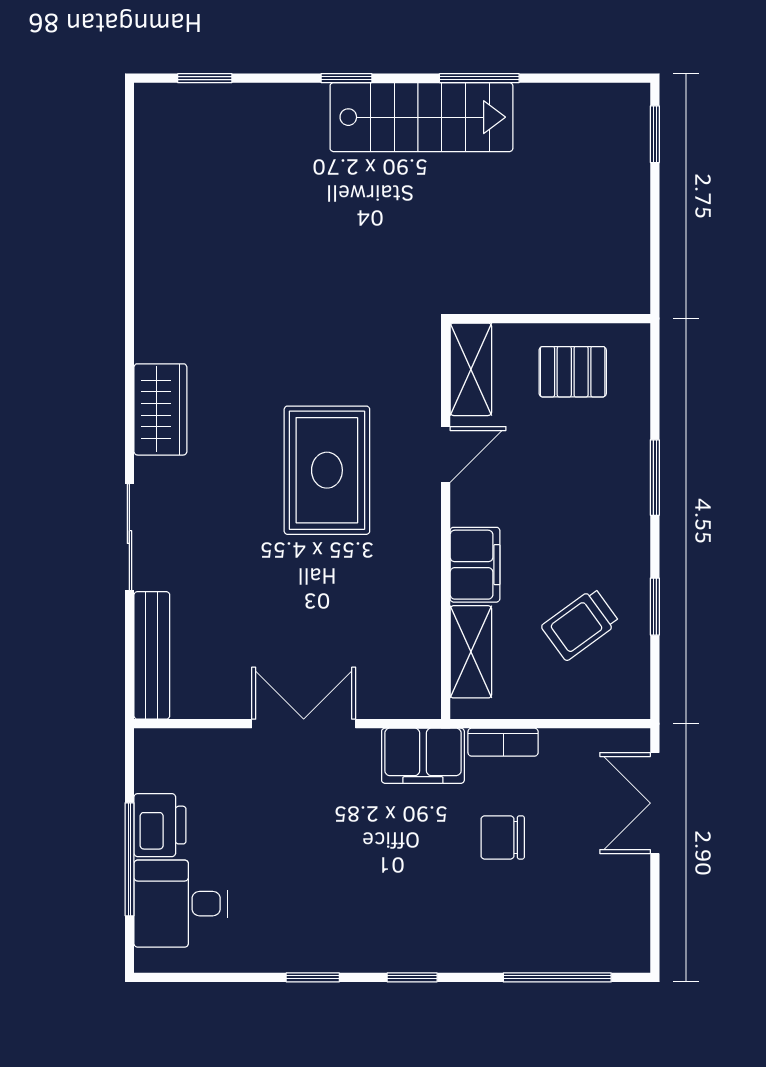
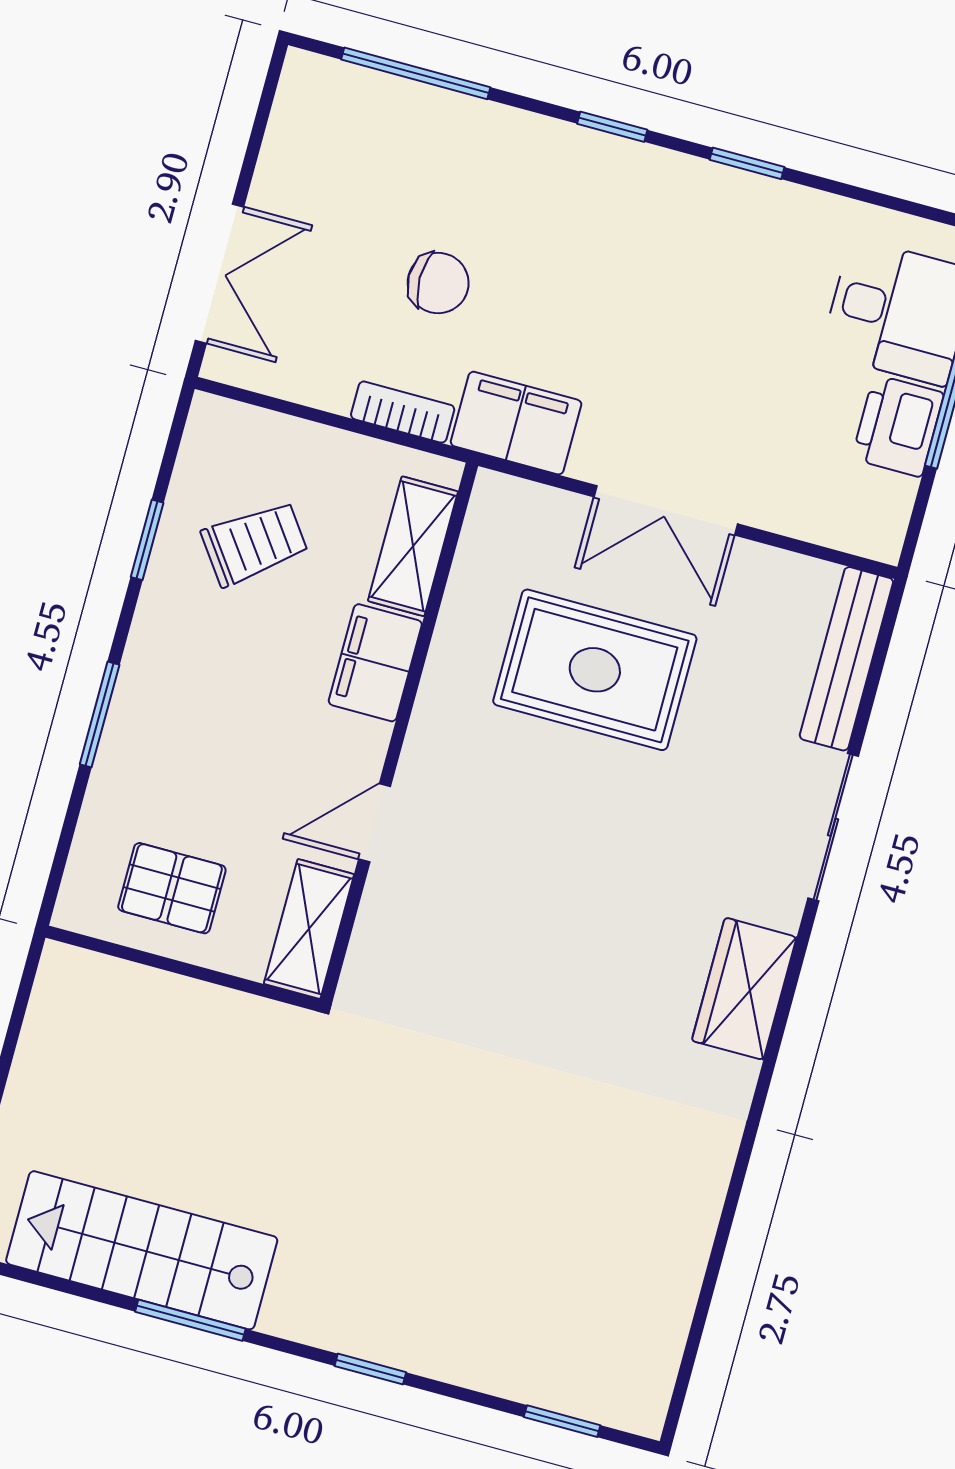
stairs: (421, 117) -> (142, 1250), moved
rug: (327, 470) -> (595, 670), moved, turned 90

